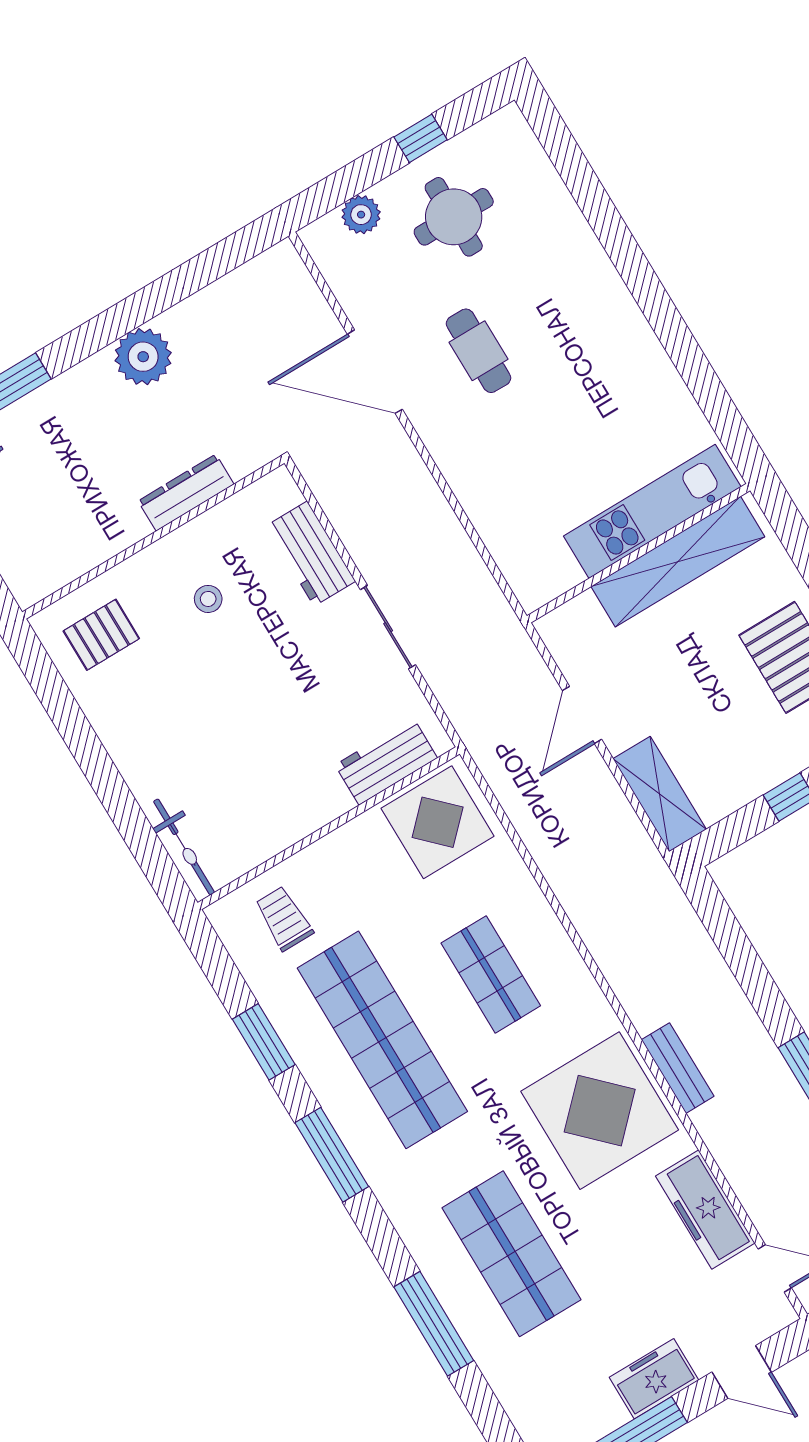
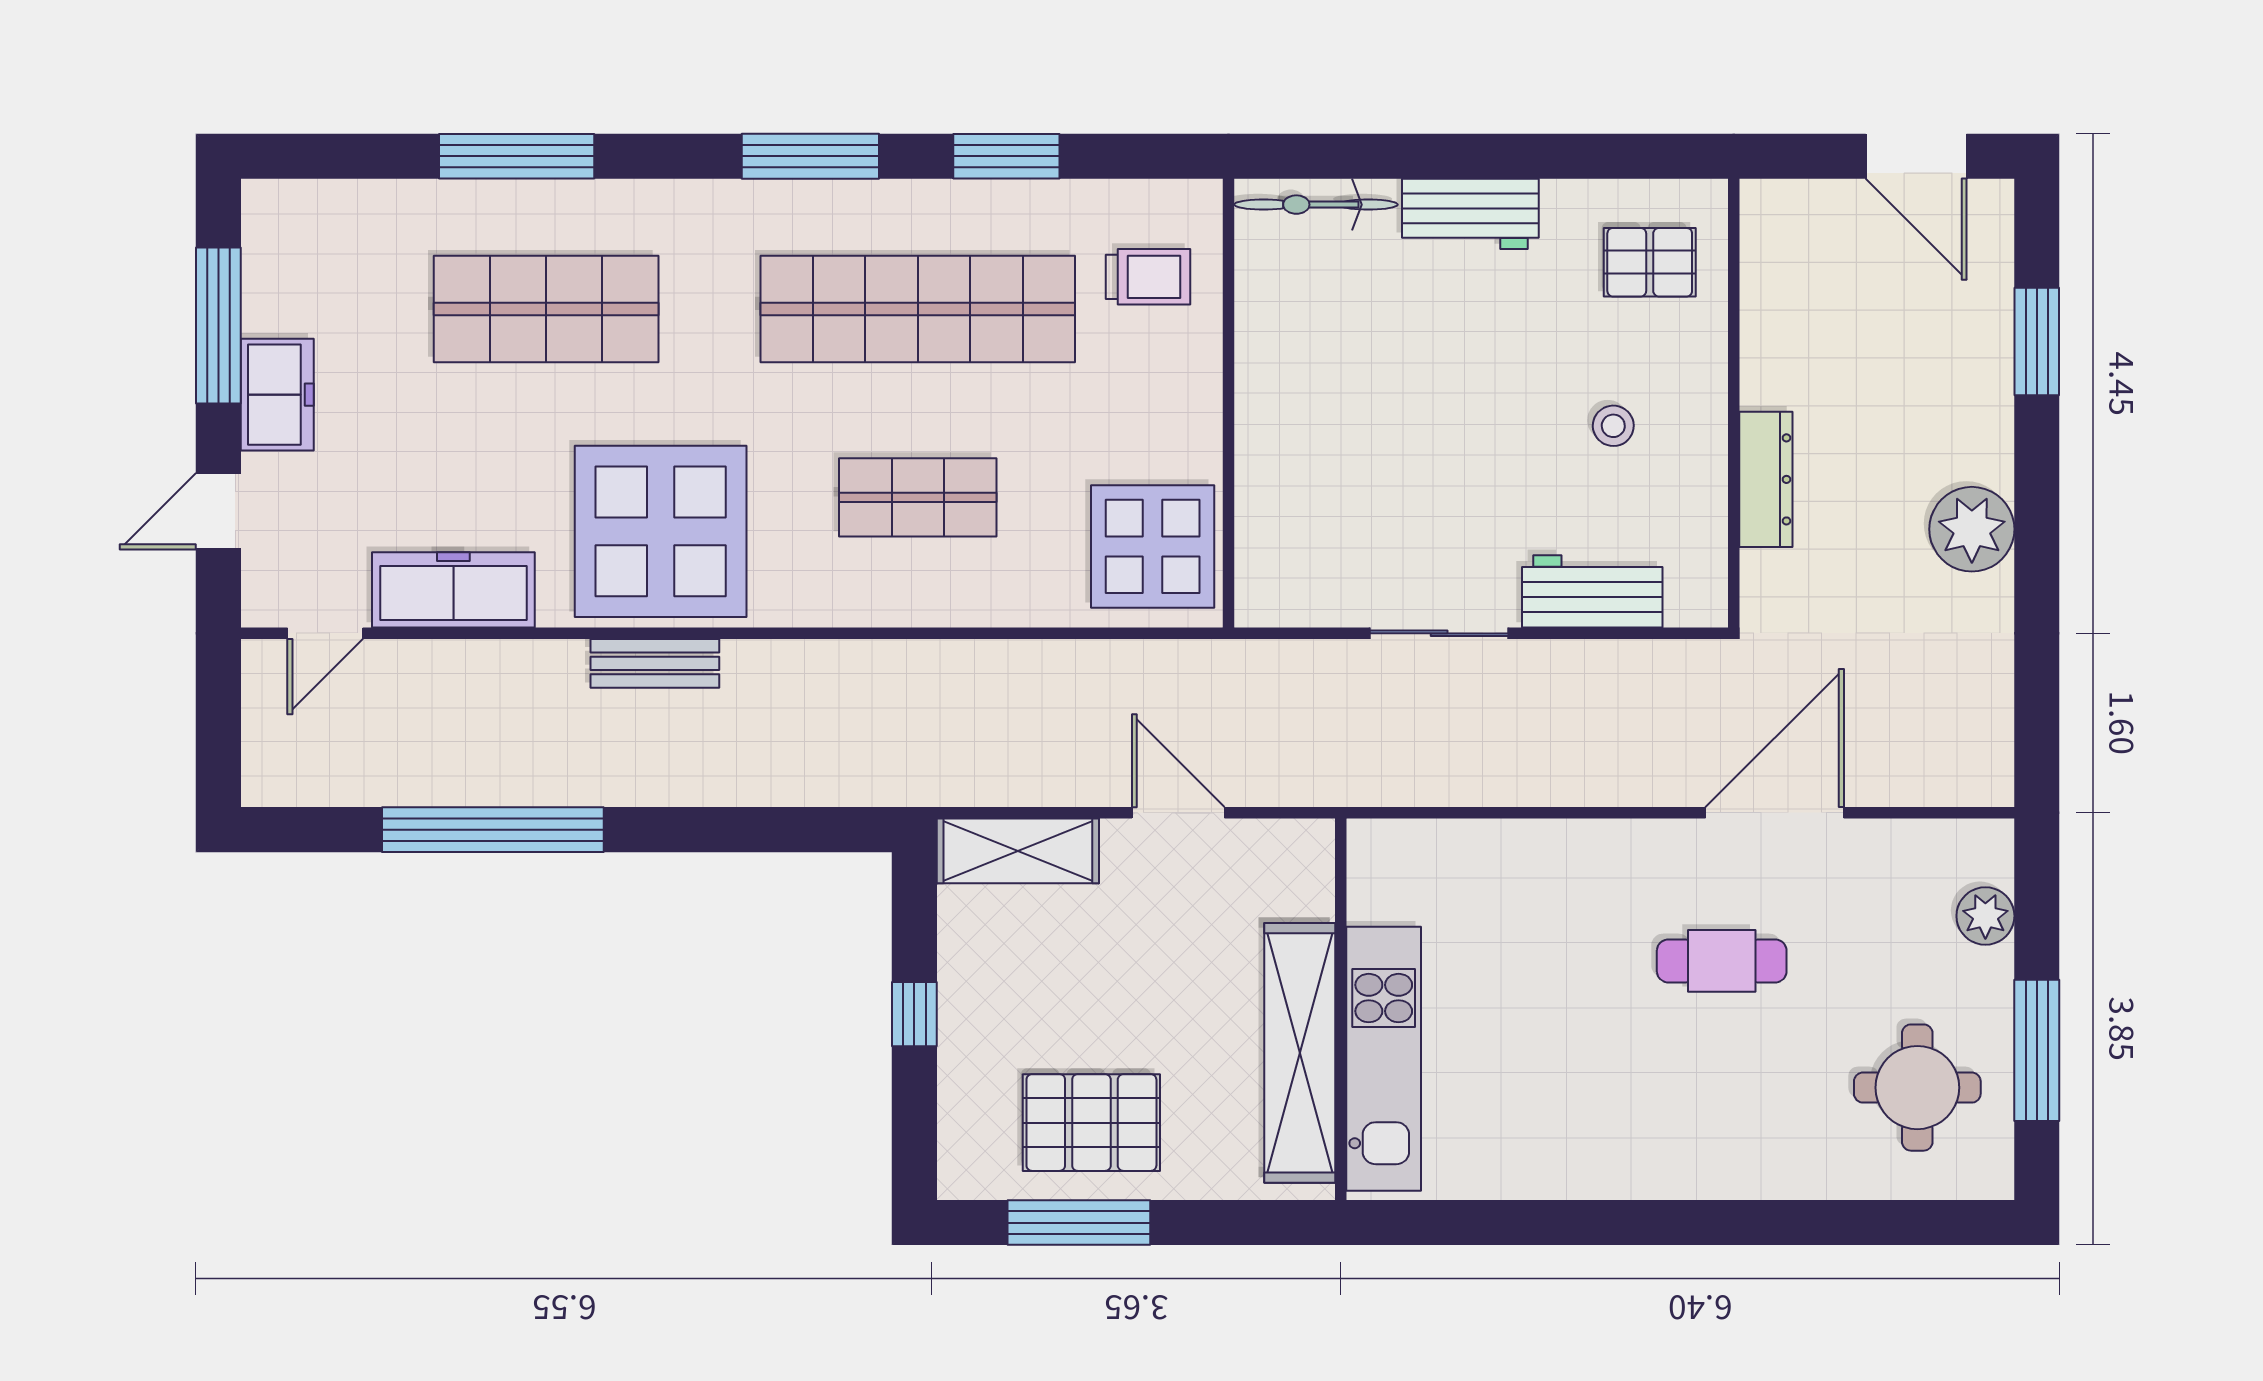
window: (421, 138) -> (2037, 1050), width x2.17
round table: (454, 217) -> (1917, 1088), moved
pallet: (101, 635) -> (1650, 262), turned 90
workbench: (386, 761) -> (1470, 214), moved, turned 90

